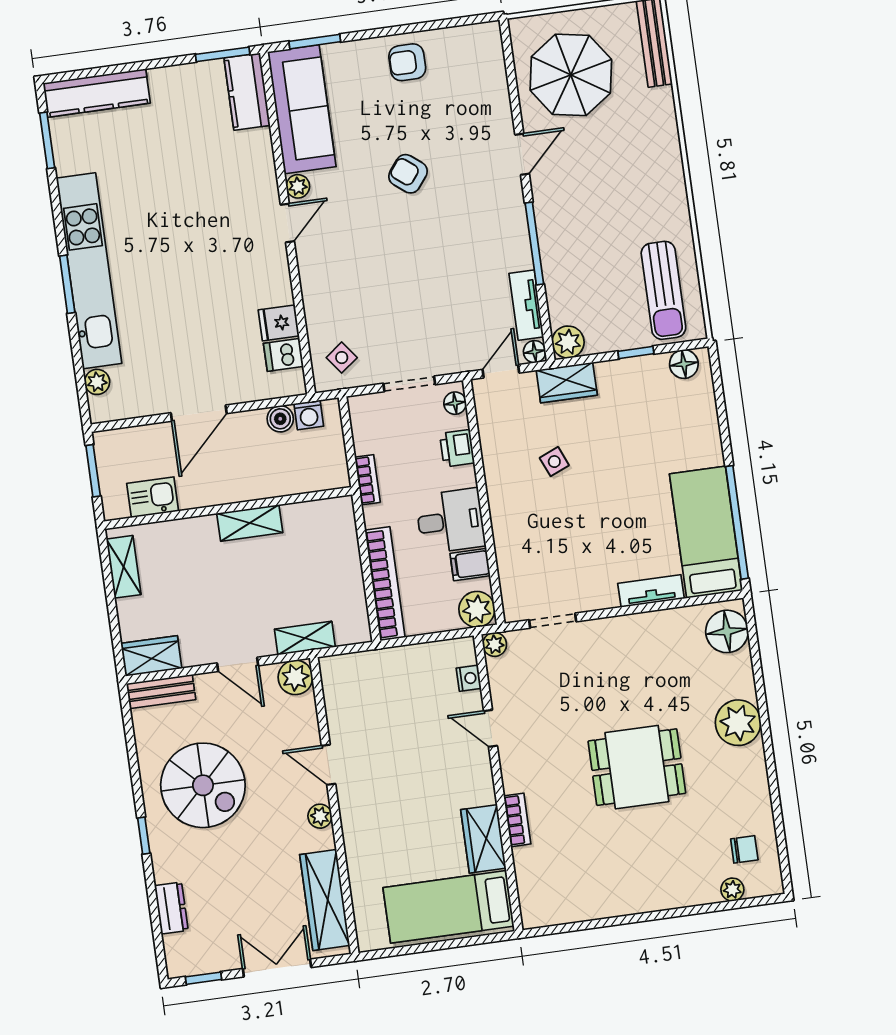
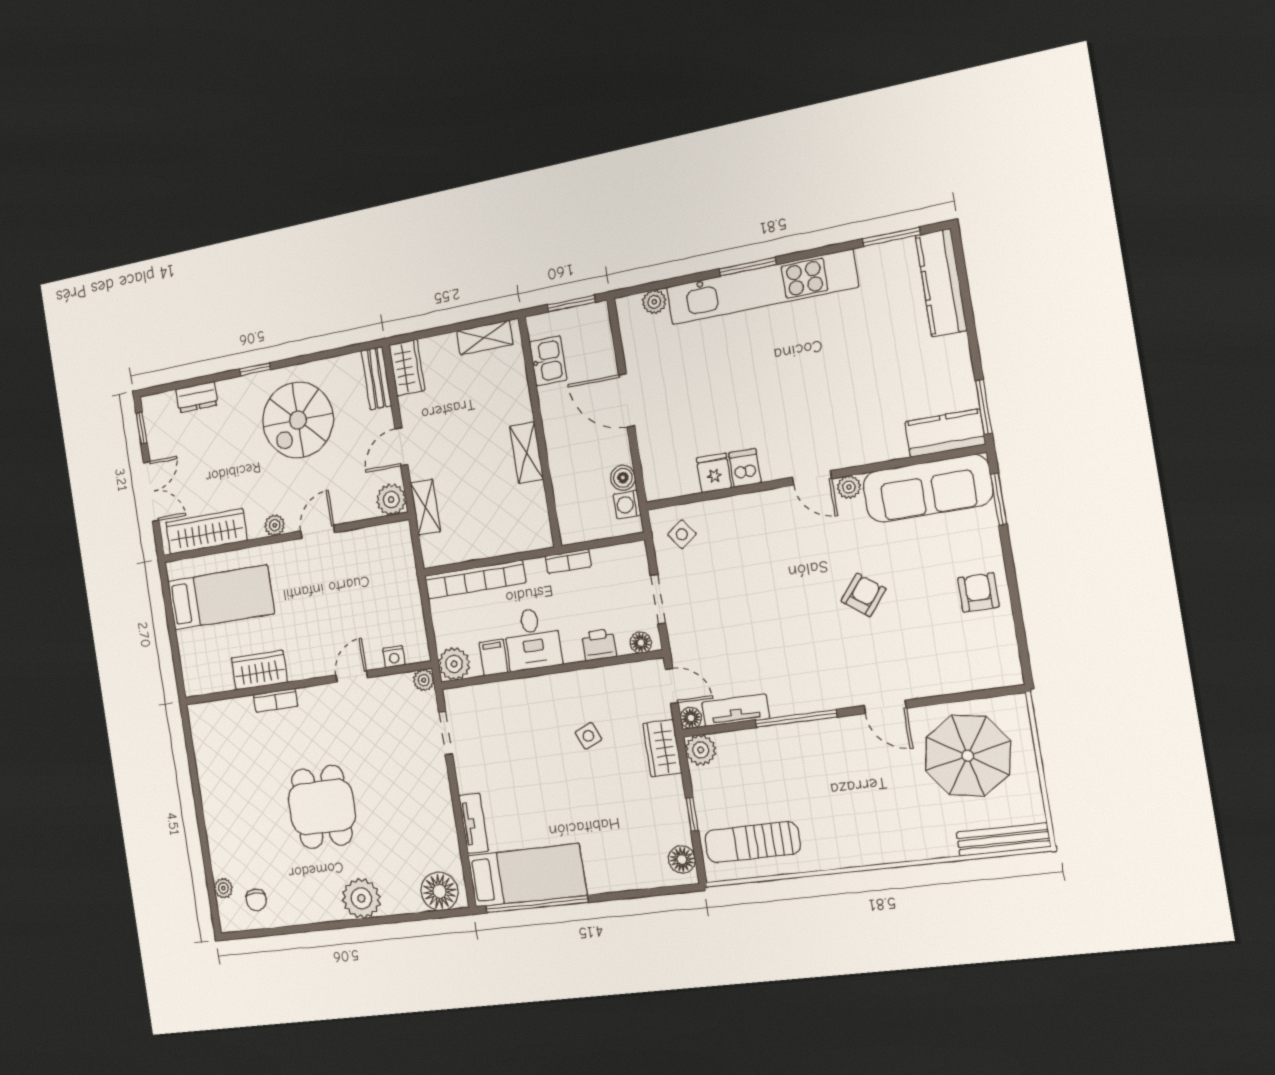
dishwasher: (284, 355) -> (745, 468), moved
bed: (449, 907) -> (221, 597), moved, turned 90

